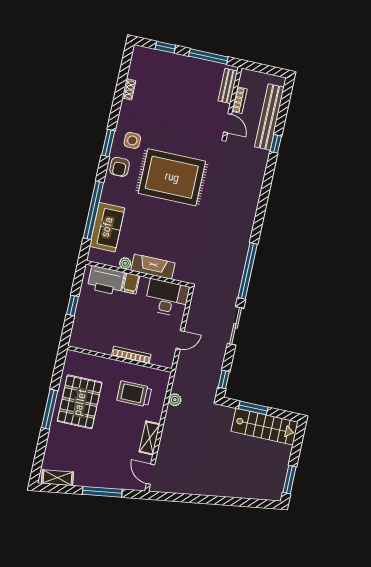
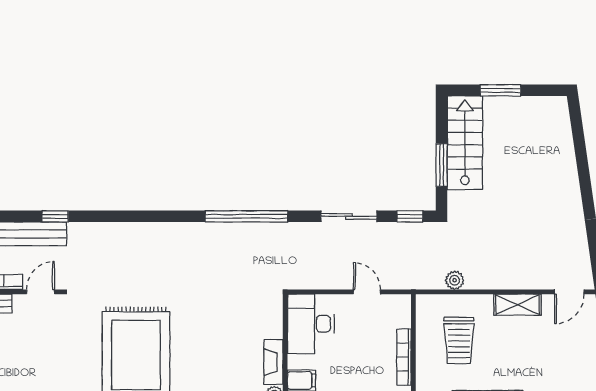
fireplace: (153, 267) -> (273, 362), width x0.73, depth x0.76
sliding door: (236, 326) -> (349, 216), moved
window: (290, 480) -> (500, 90), moved

